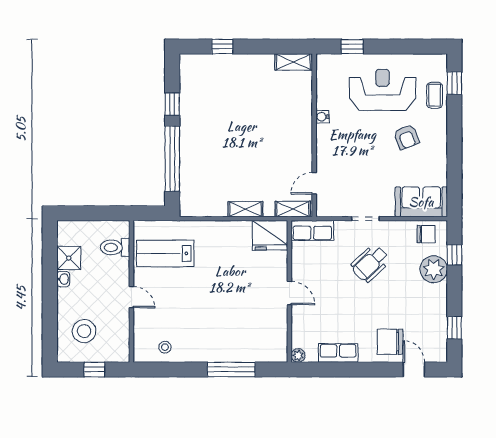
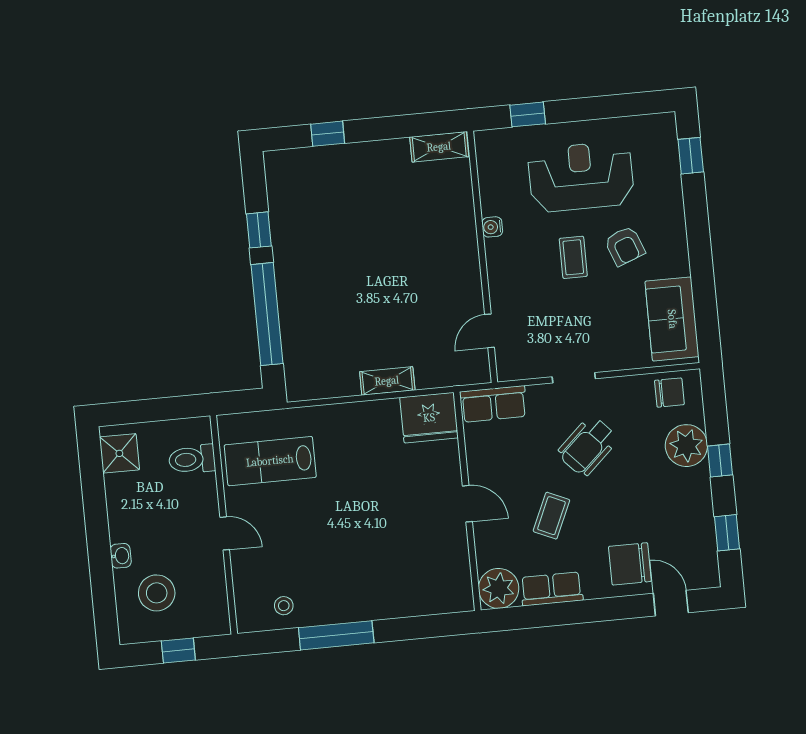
coffee table: (435, 95) -> (573, 257), moved
sofa: (421, 202) -> (672, 319), moved, turned -90
shelving: (293, 209) -> (460, 374), removed
window: (454, 255) -> (720, 461), moved
shower: (69, 258) -> (119, 453), moved
washbasin: (63, 279) -> (121, 556), moved
coffee table: (343, 306) -> (551, 516), added
plant: (298, 355) -> (499, 588), width x1.87, depth x1.87
window: (231, 369) -> (336, 635), moved

